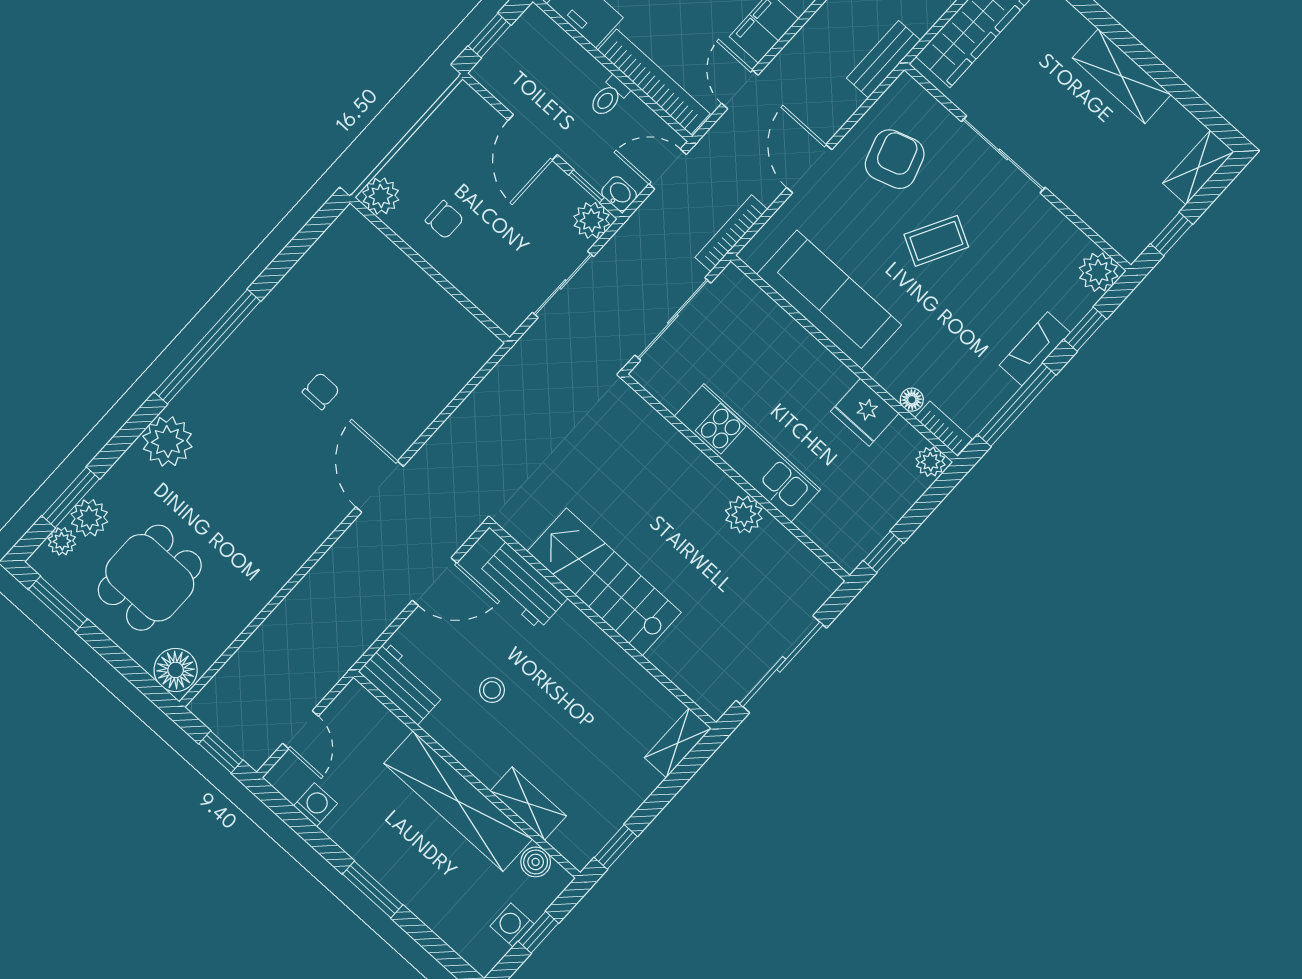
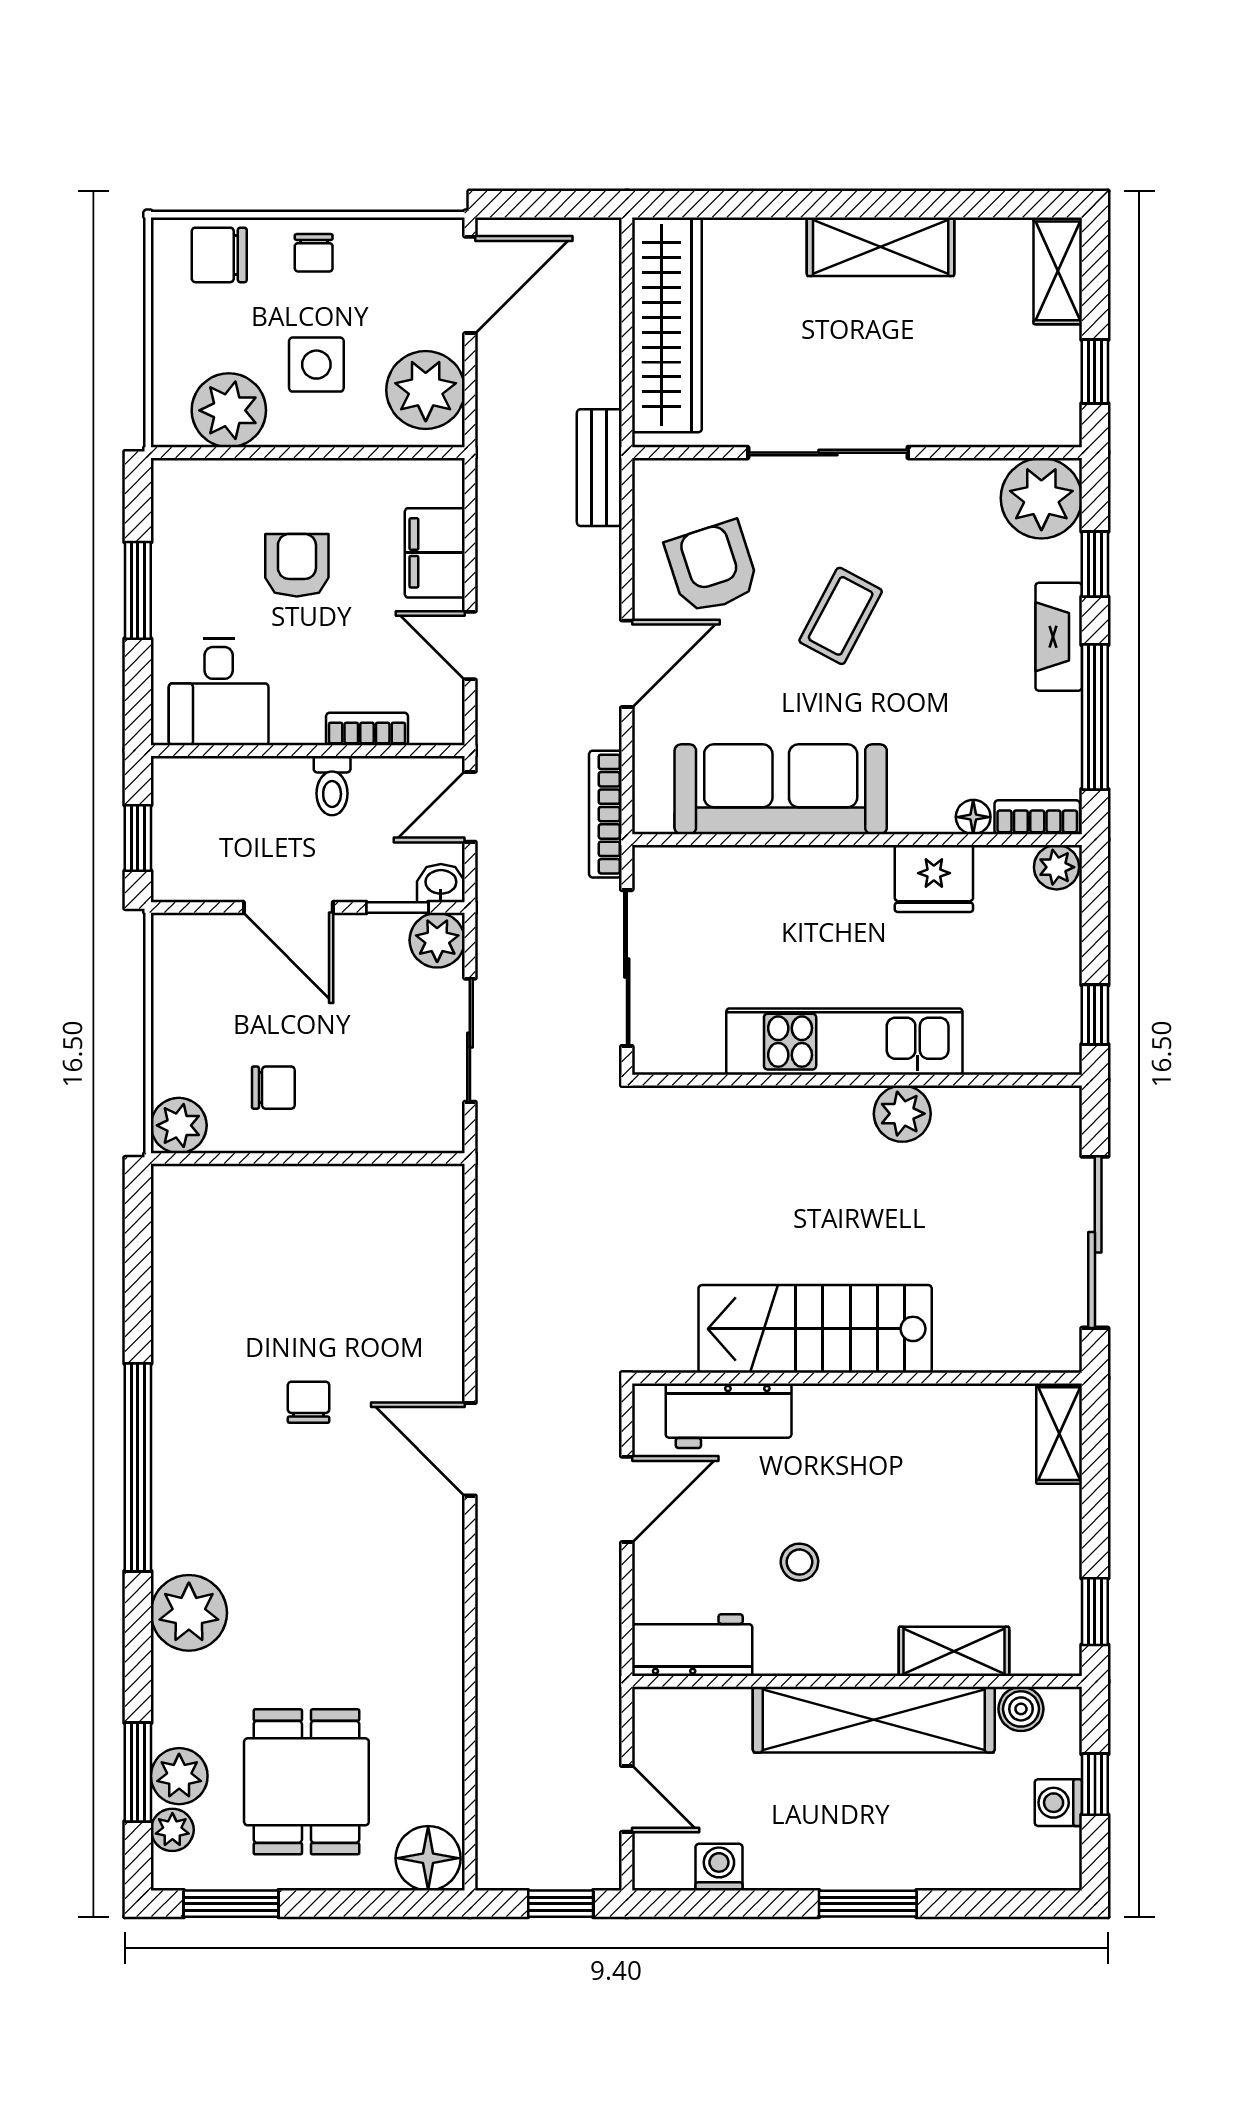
bookcase: (654, 82) -> (367, 729), width x0.43, depth x0.76
door: (809, 169) -> (627, 664), swing flipped
plant: (1099, 272) -> (1041, 498), width x1.36, depth x1.36

